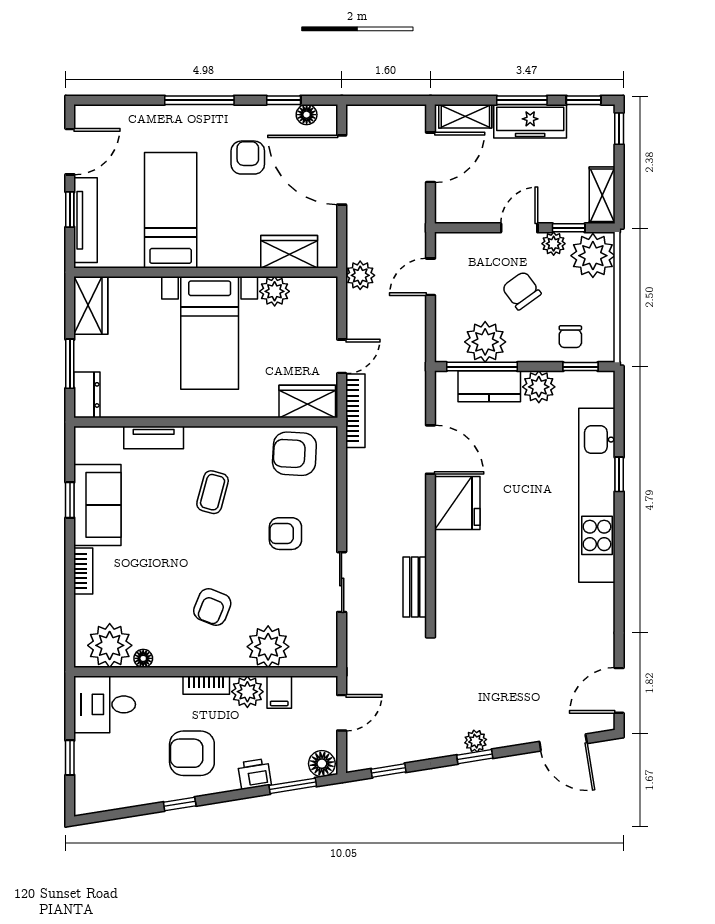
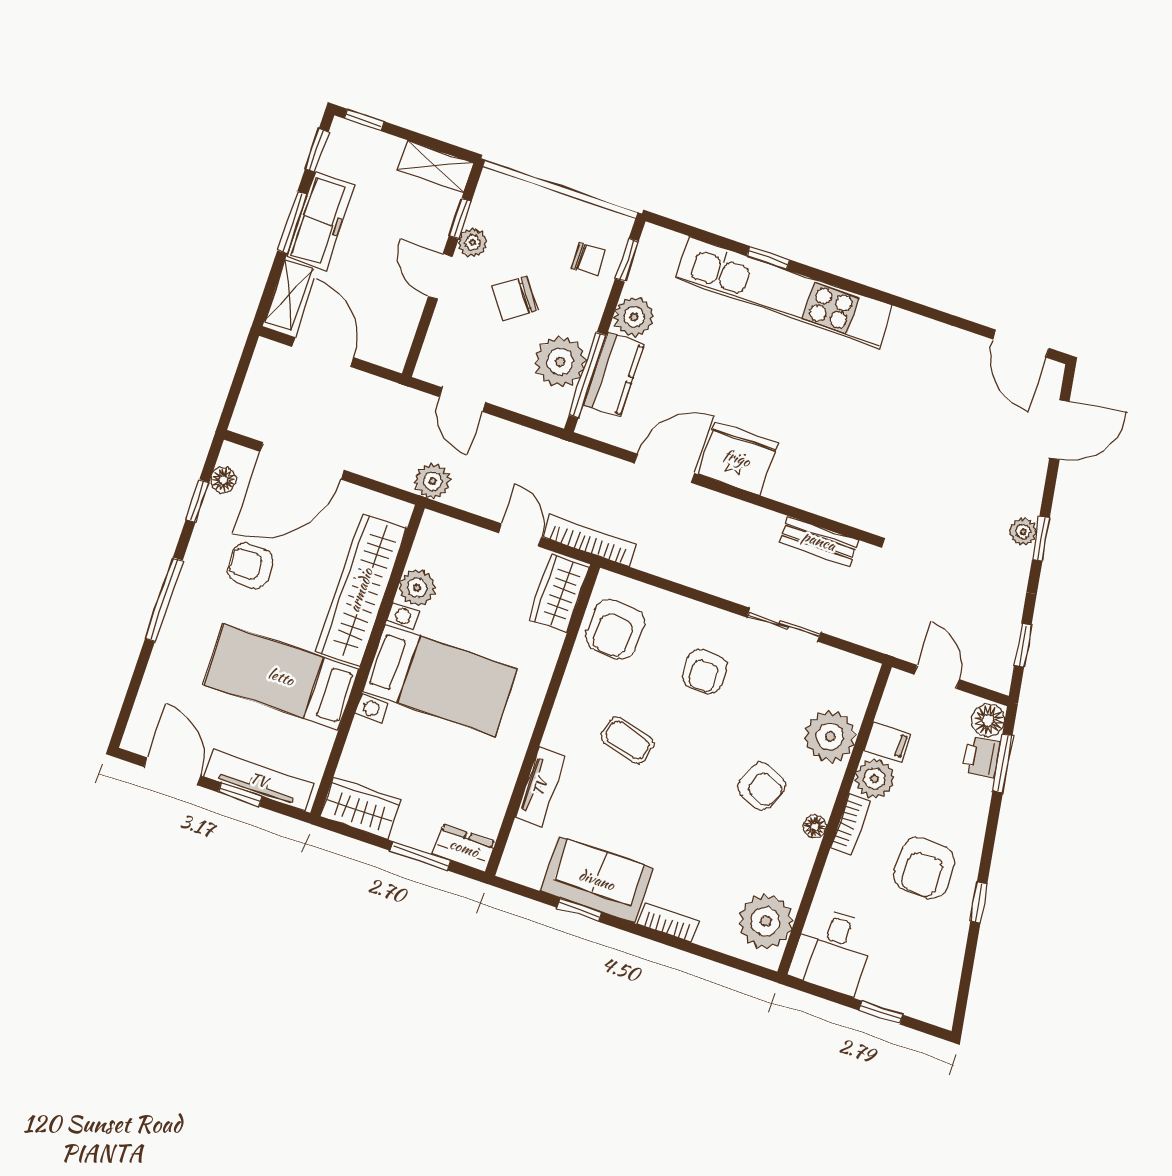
wardrobe: (289, 252) -> (361, 590), width x2.10, depth x1.17
plant: (593, 256) -> (502, 201), removed
floor lamp: (143, 658) -> (815, 826), moved
printer: (255, 774) -> (981, 757), moved

